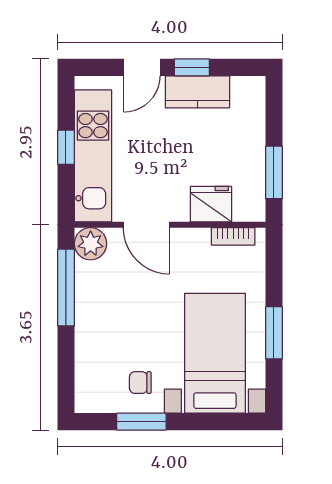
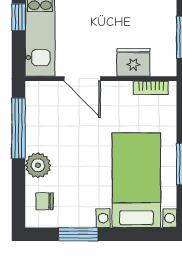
plant: (91, 244) -> (38, 165), moved
chair: (140, 383) -> (45, 201), moved

